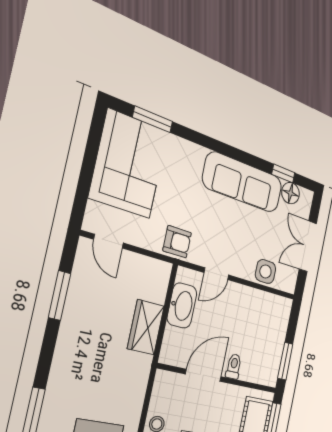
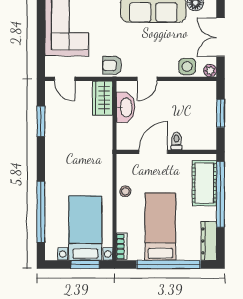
armchair: (177, 242) -> (112, 65), turned 180
plant: (289, 284) -> (210, 71), added
wardrobe: (146, 327) -> (103, 98), moved
window: (285, 361) -> (220, 113), moved

